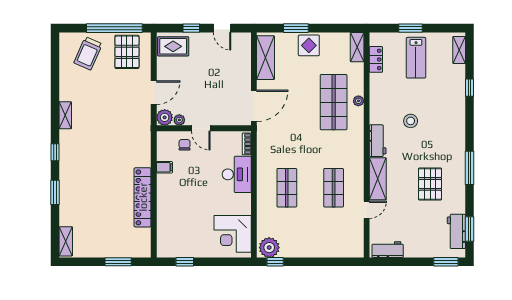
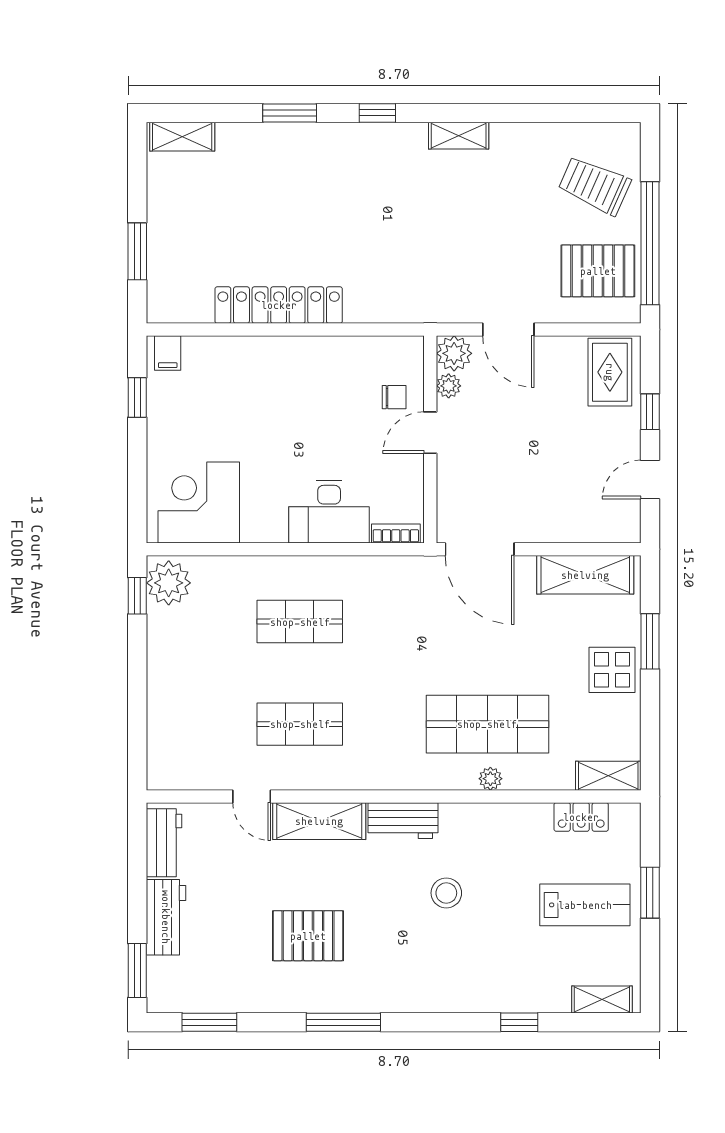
lab bench: (416, 58) -> (585, 905), turned 180
filing cabinet: (164, 167) -> (168, 353), moved
workbench: (456, 231) -> (166, 917), moved, turned 90

